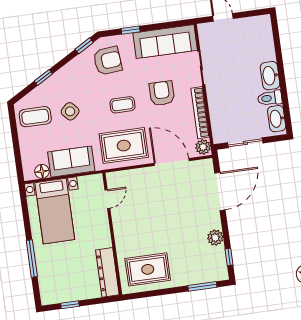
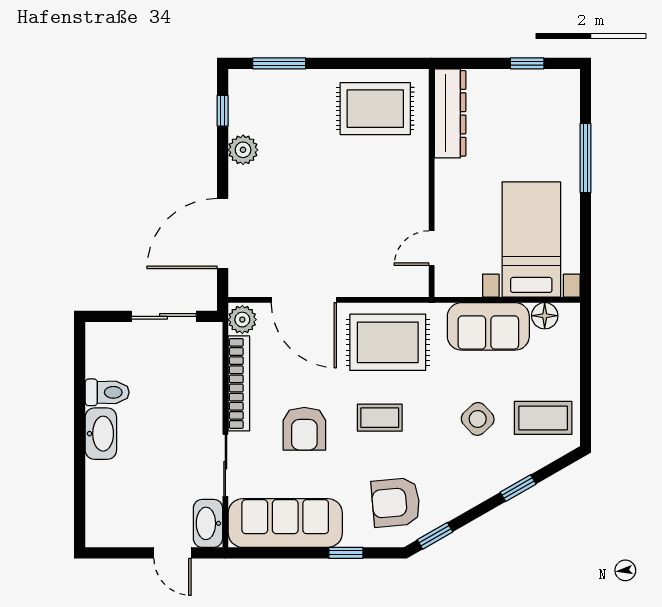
washbasin: (277, 119) -> (208, 523), moved, turned 180

